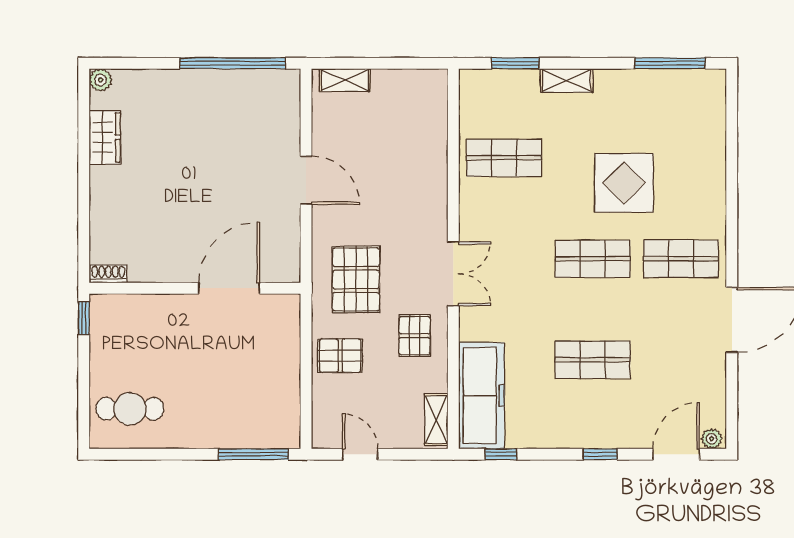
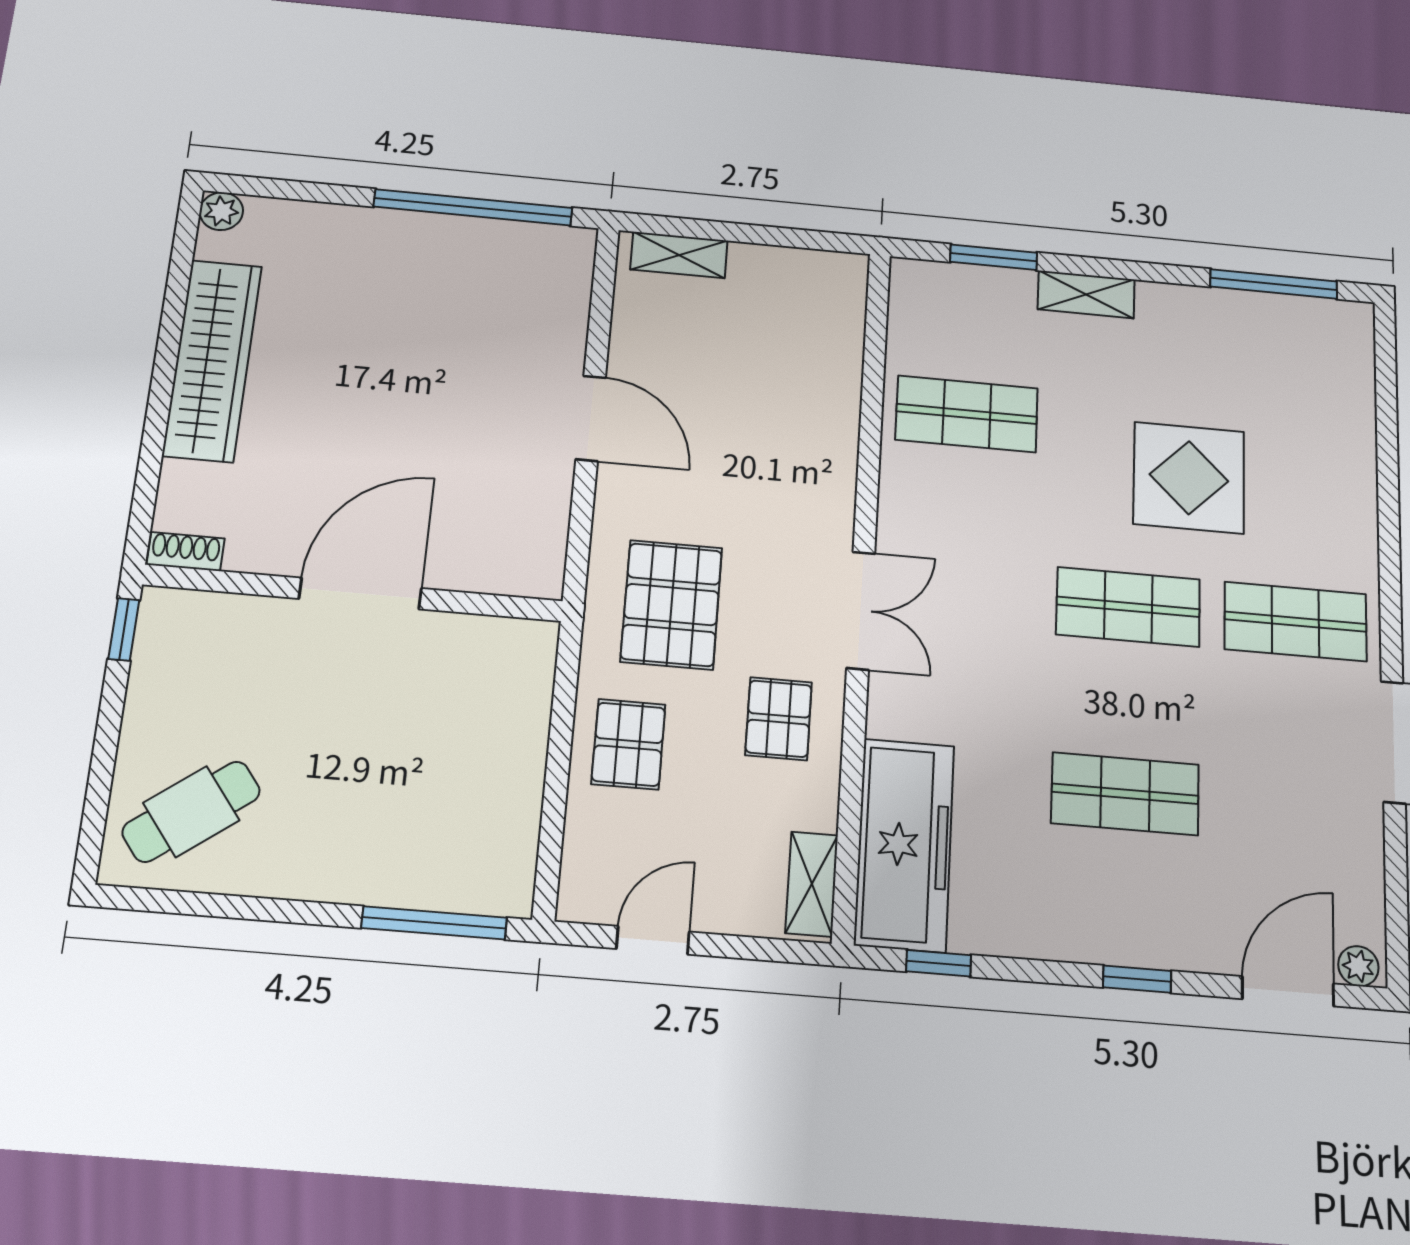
wardrobe: (105, 137) -> (212, 360), width x2.10, depth x1.17
door: (229, 288) -> (360, 593), moved
pallet: (340, 356) -> (628, 744), turned 90
cafe table: (130, 409) -> (191, 812), turned -37
door: (360, 454) -> (653, 940), hinge flipped

